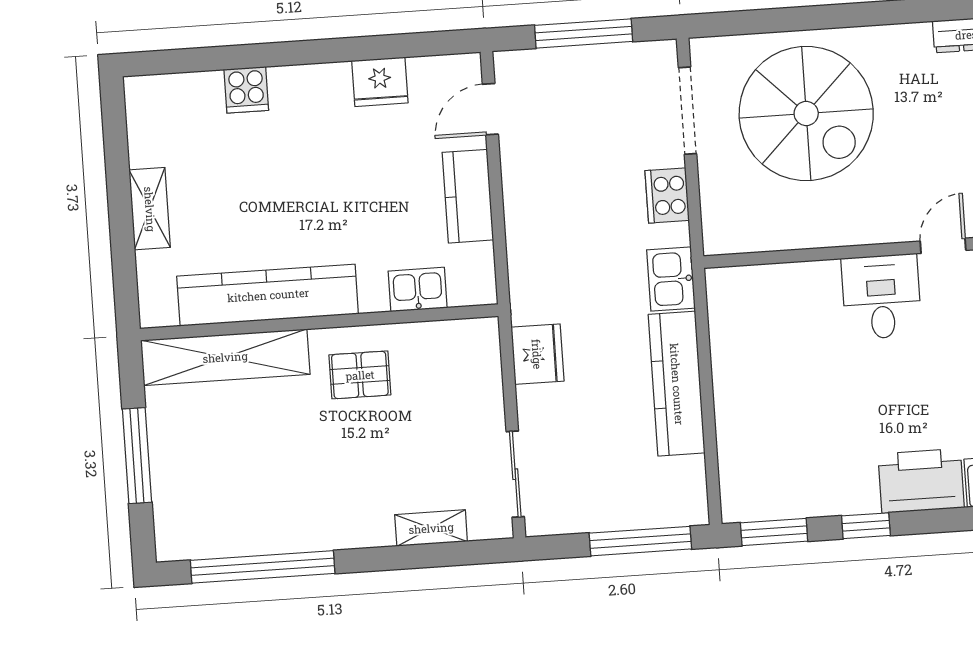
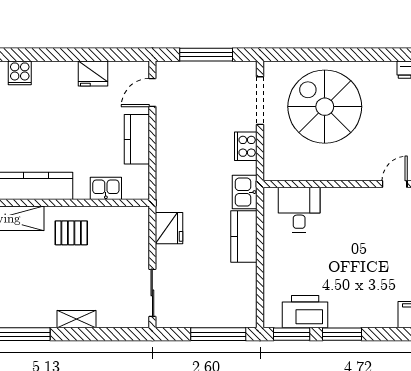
spiral stairs: (806, 113) -> (325, 107), turned 180
desk: (881, 297) -> (299, 210), moved
kitchen counter: (677, 384) -> (244, 236), width x0.67
printer: (921, 481) -> (305, 312), moved
window: (866, 526) -> (342, 334), width x1.50
shelving: (431, 528) -> (77, 319), moved

